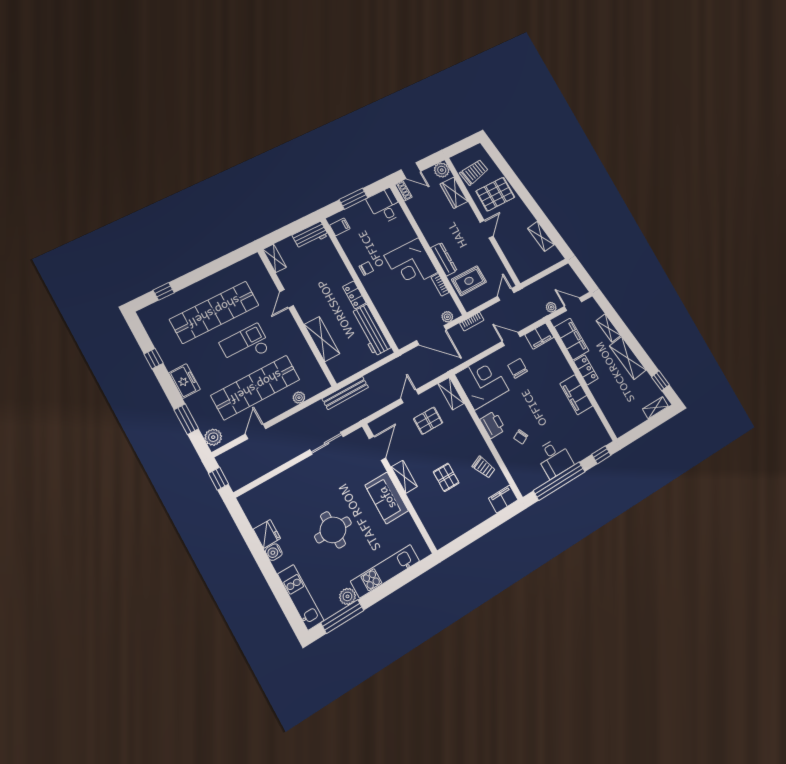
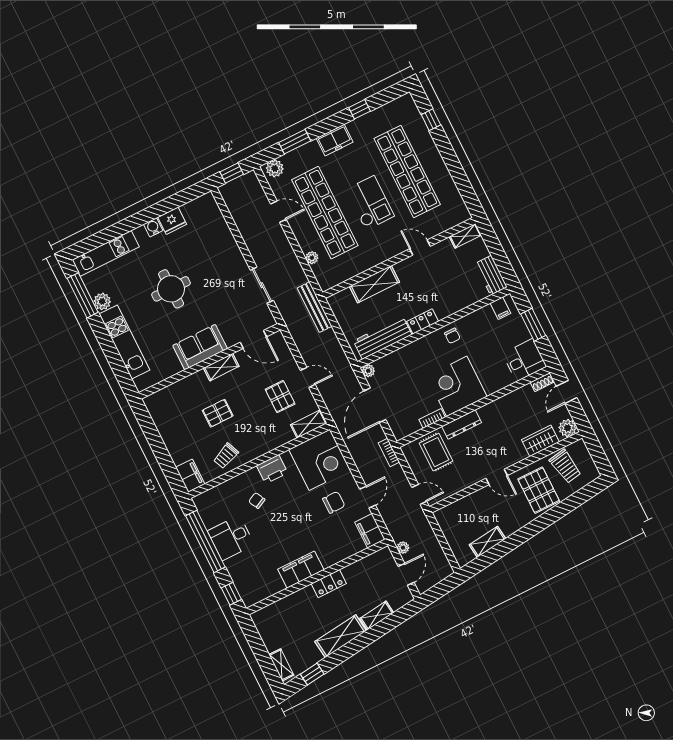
plant: (447, 317) -> (368, 371), moved
filing cabinet: (572, 339) -> (365, 569), removed

